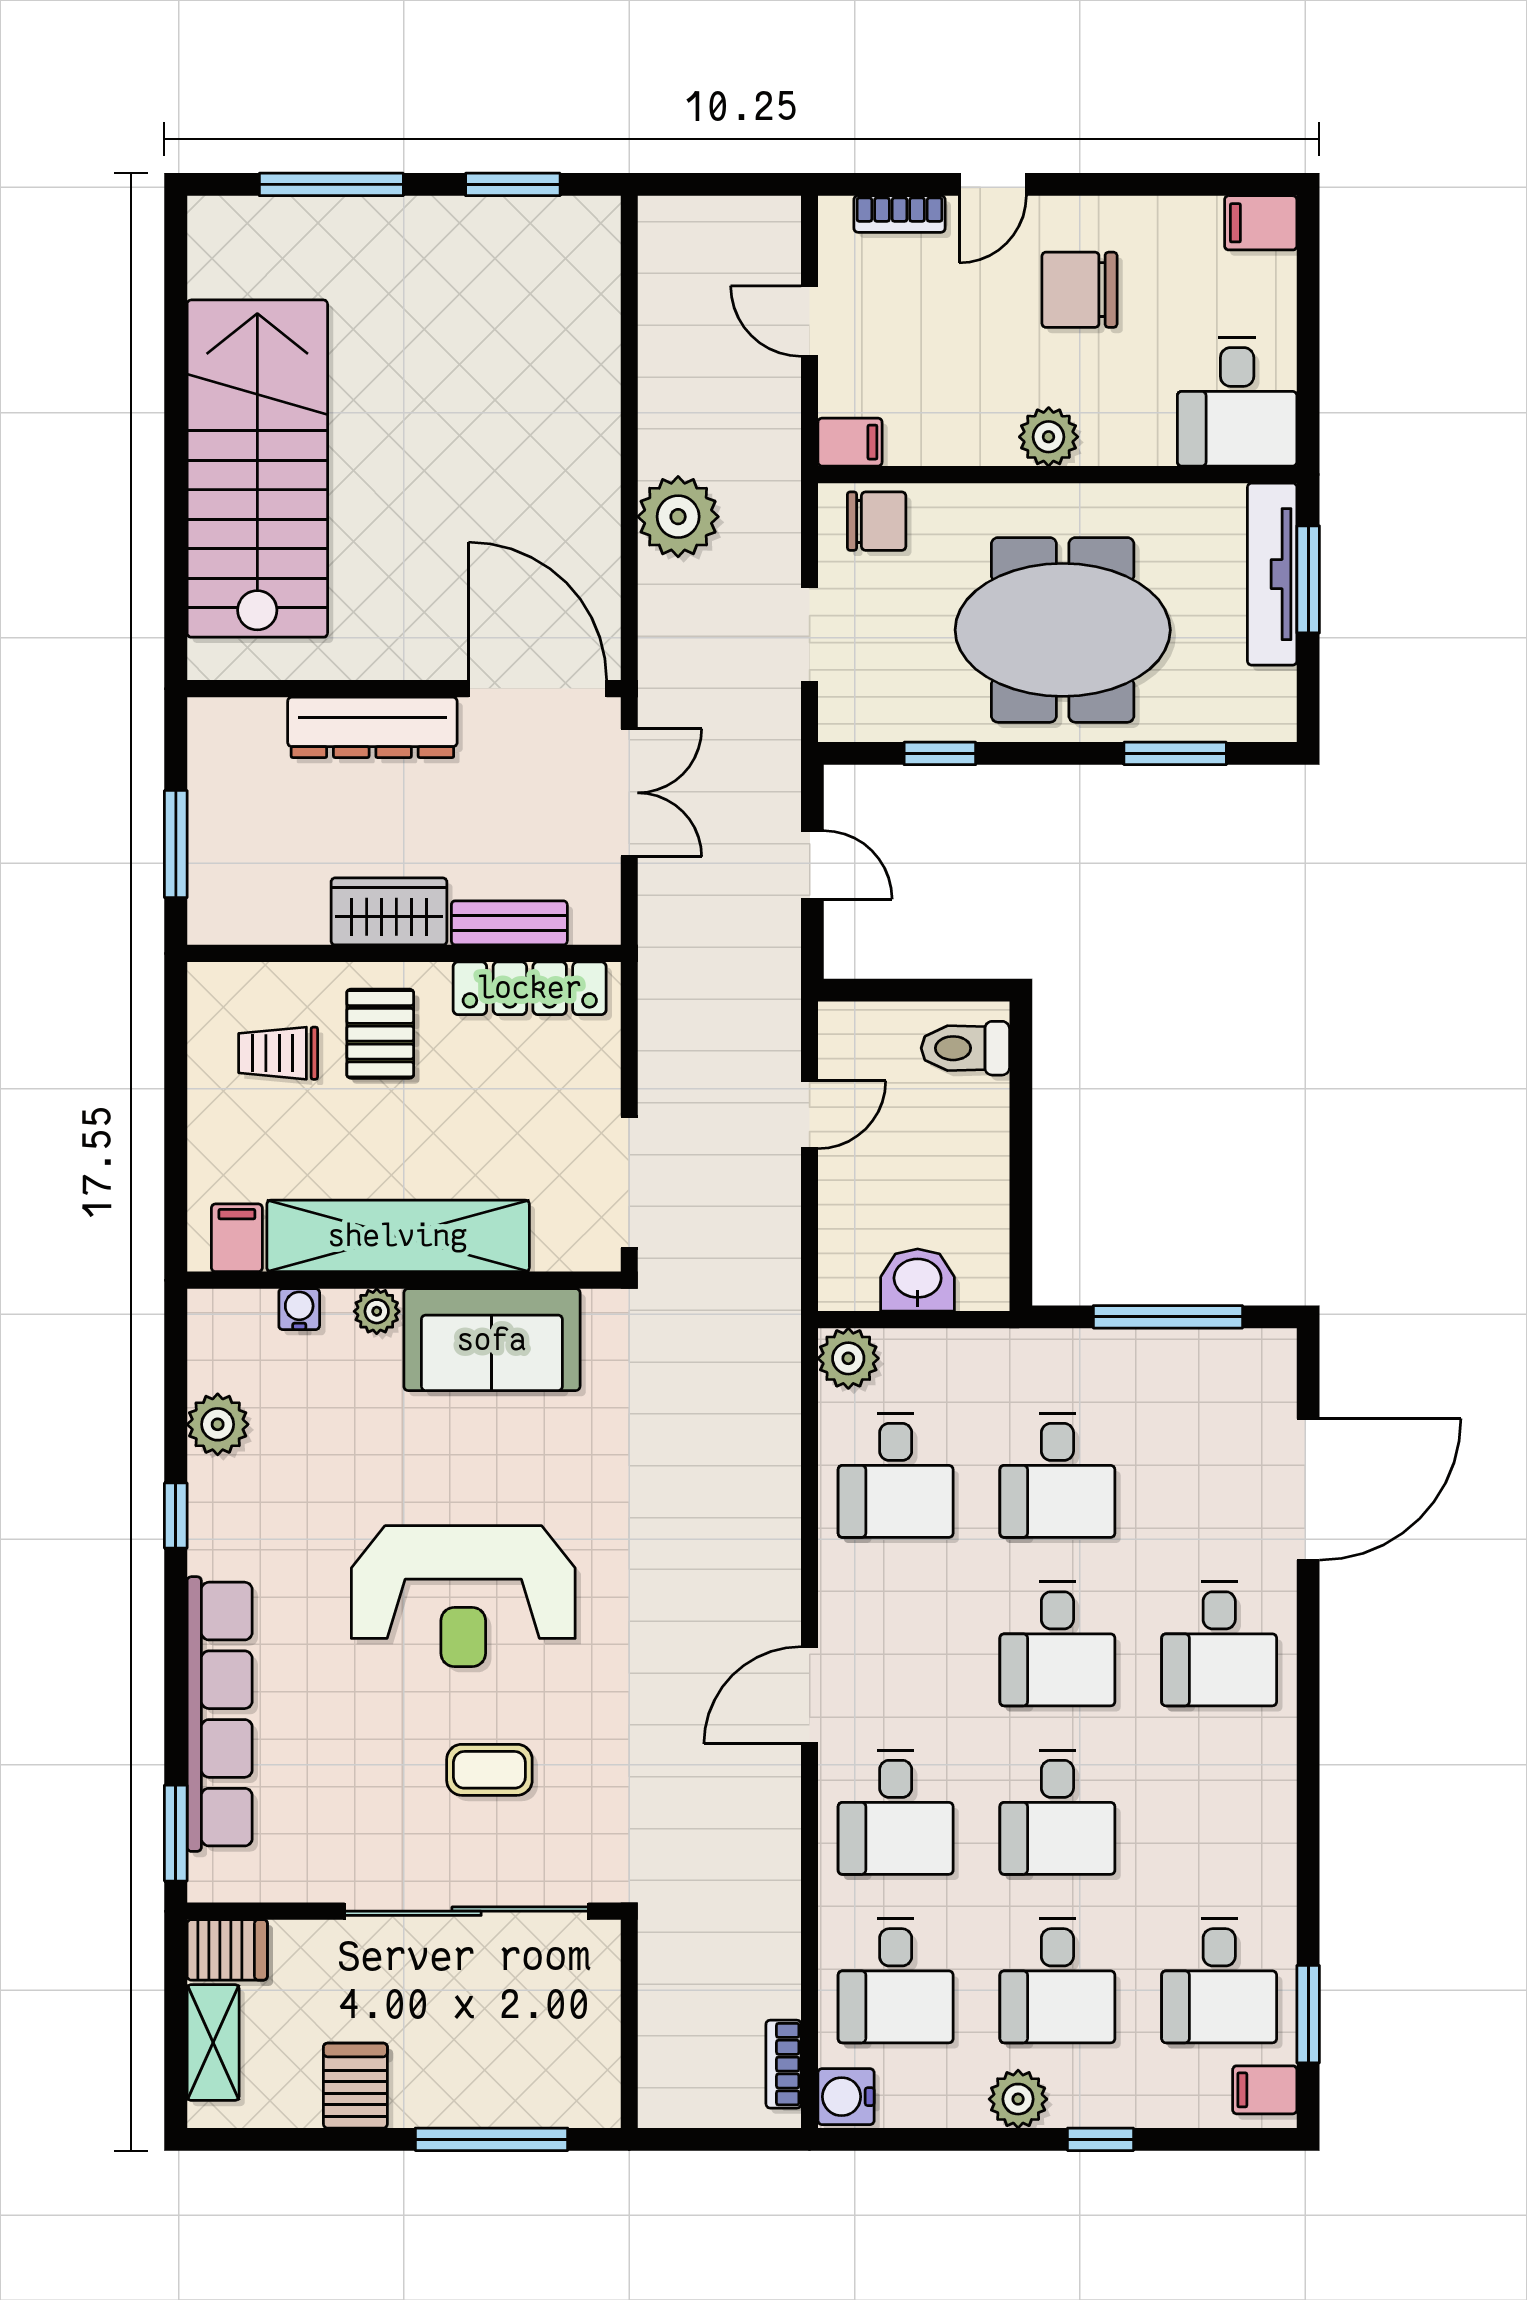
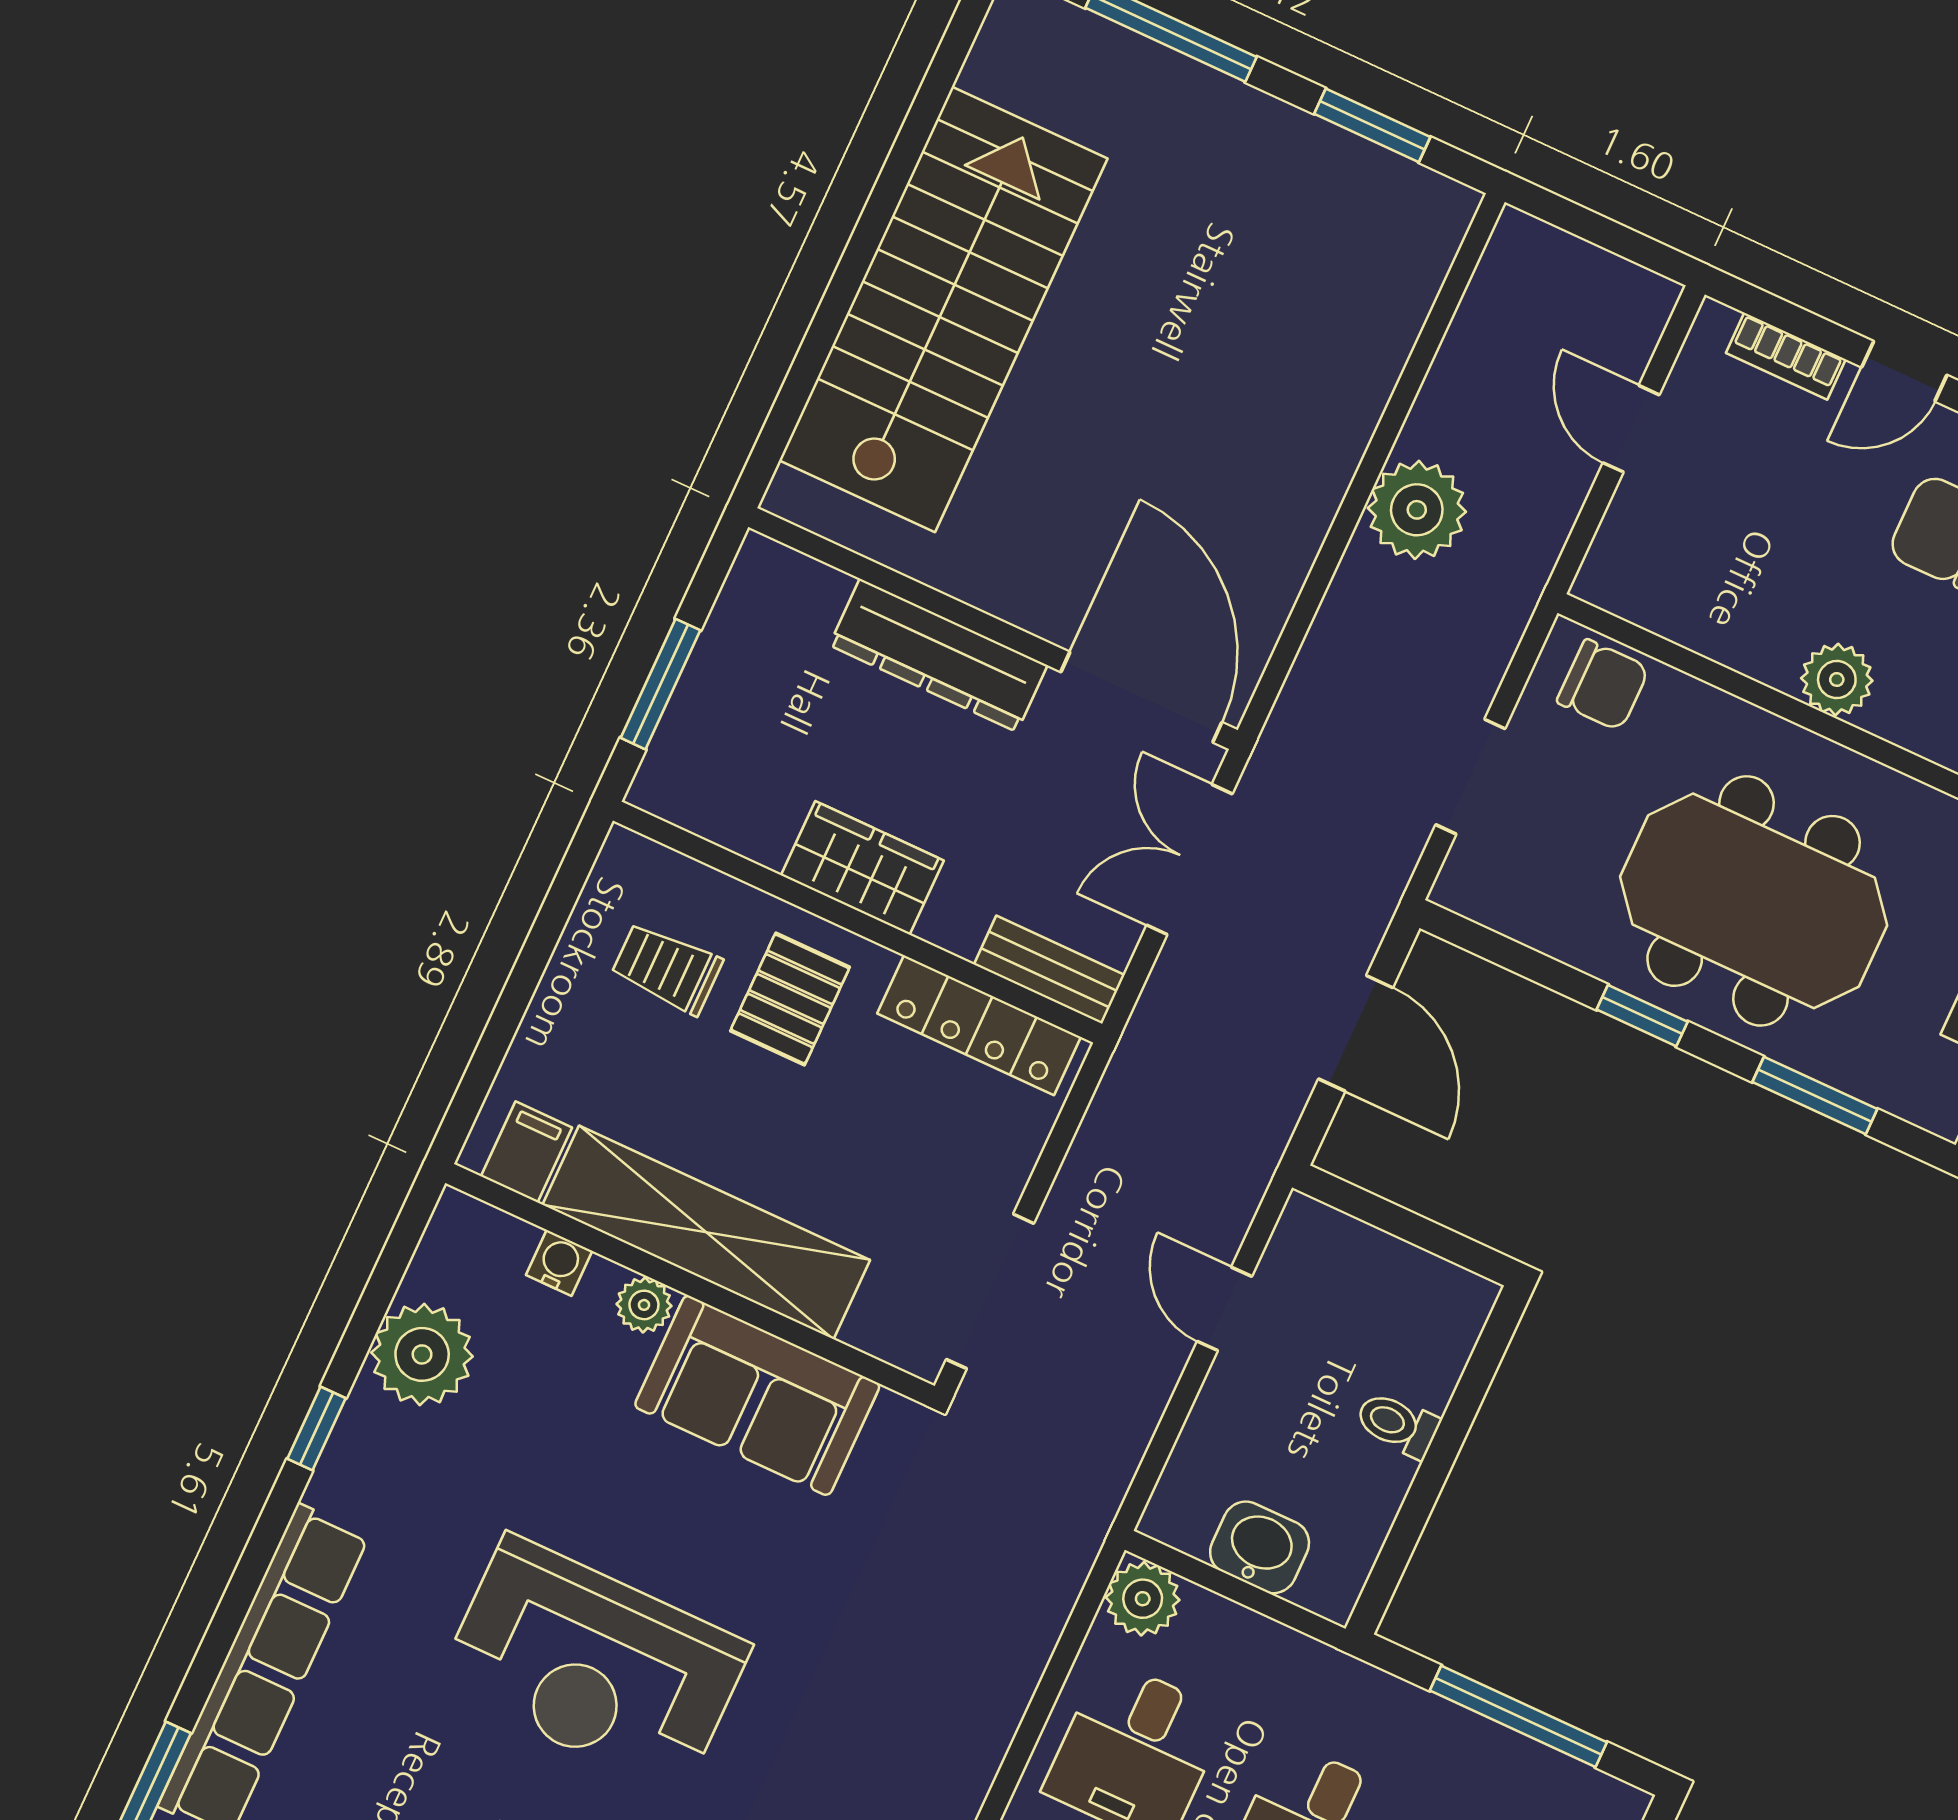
filing cabinet: (850, 442) -> (1614, 584), removed
plant: (678, 517) -> (1417, 510), moved
window: (940, 753) -> (1642, 1016), moved
double door: (629, 793) -> (1190, 860), swing flipped
door: (812, 865) -> (1356, 1033), width x1.37
bench: (509, 923) -> (1049, 970), moved
toilet: (965, 1048) -> (1397, 1424), moved, width x0.73, depth x0.72
door: (810, 1115) -> (1224, 1309), swing flipped
plant: (218, 1424) -> (422, 1354), width x1.36, depth x1.36

